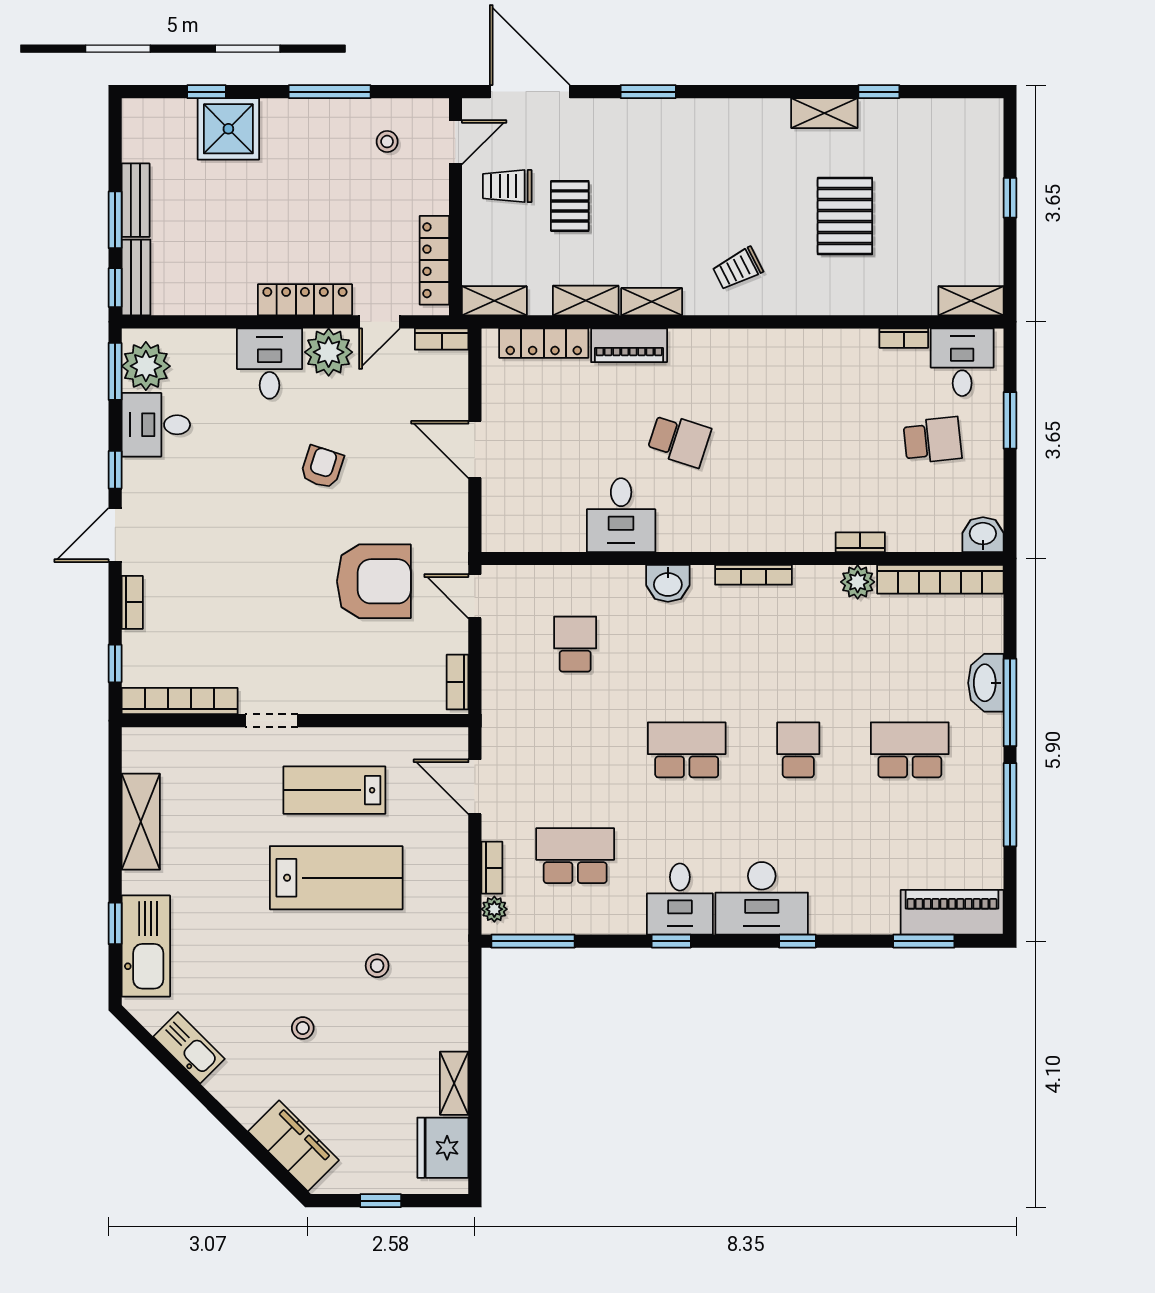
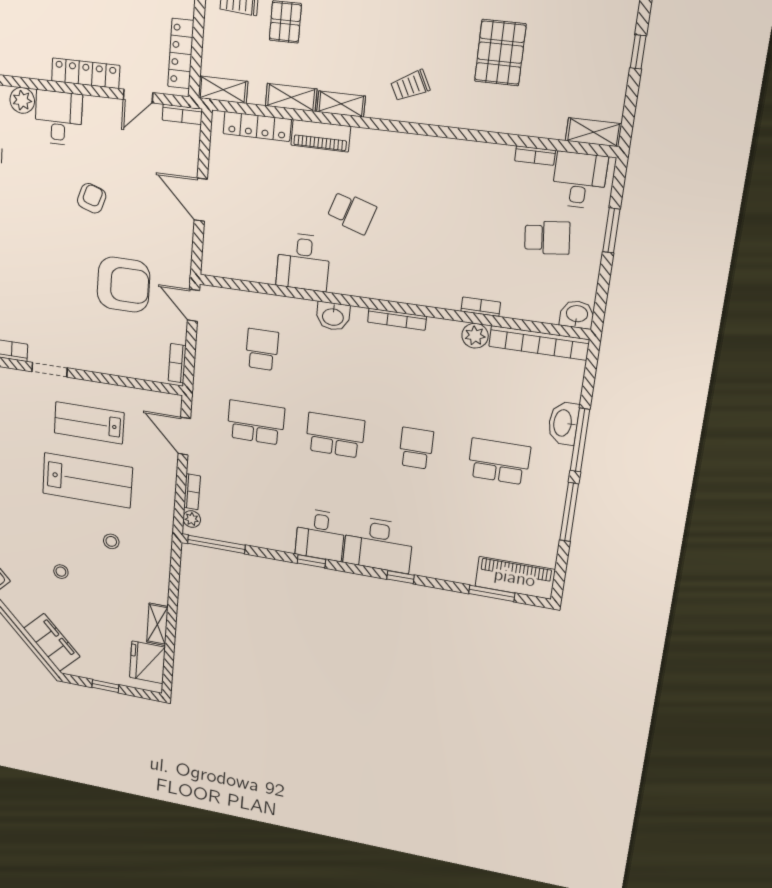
plant: (329, 352) -> (22, 100), moved, width x0.73, depth x0.73
school desk: (575, 856) -> (256, 423), moved

